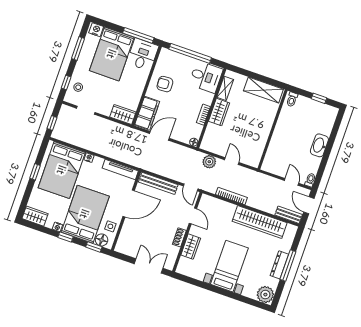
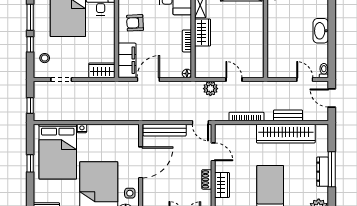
window: (66, 82) -> (30, 44), moved
tv unit: (120, 170) -> (119, 130), removed
bench: (289, 215) -> (288, 115), moved

